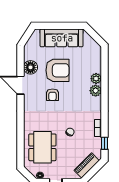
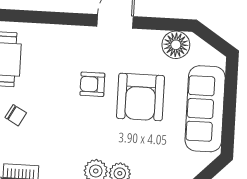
floor lamp: (30, 67) -> (176, 45), moved

